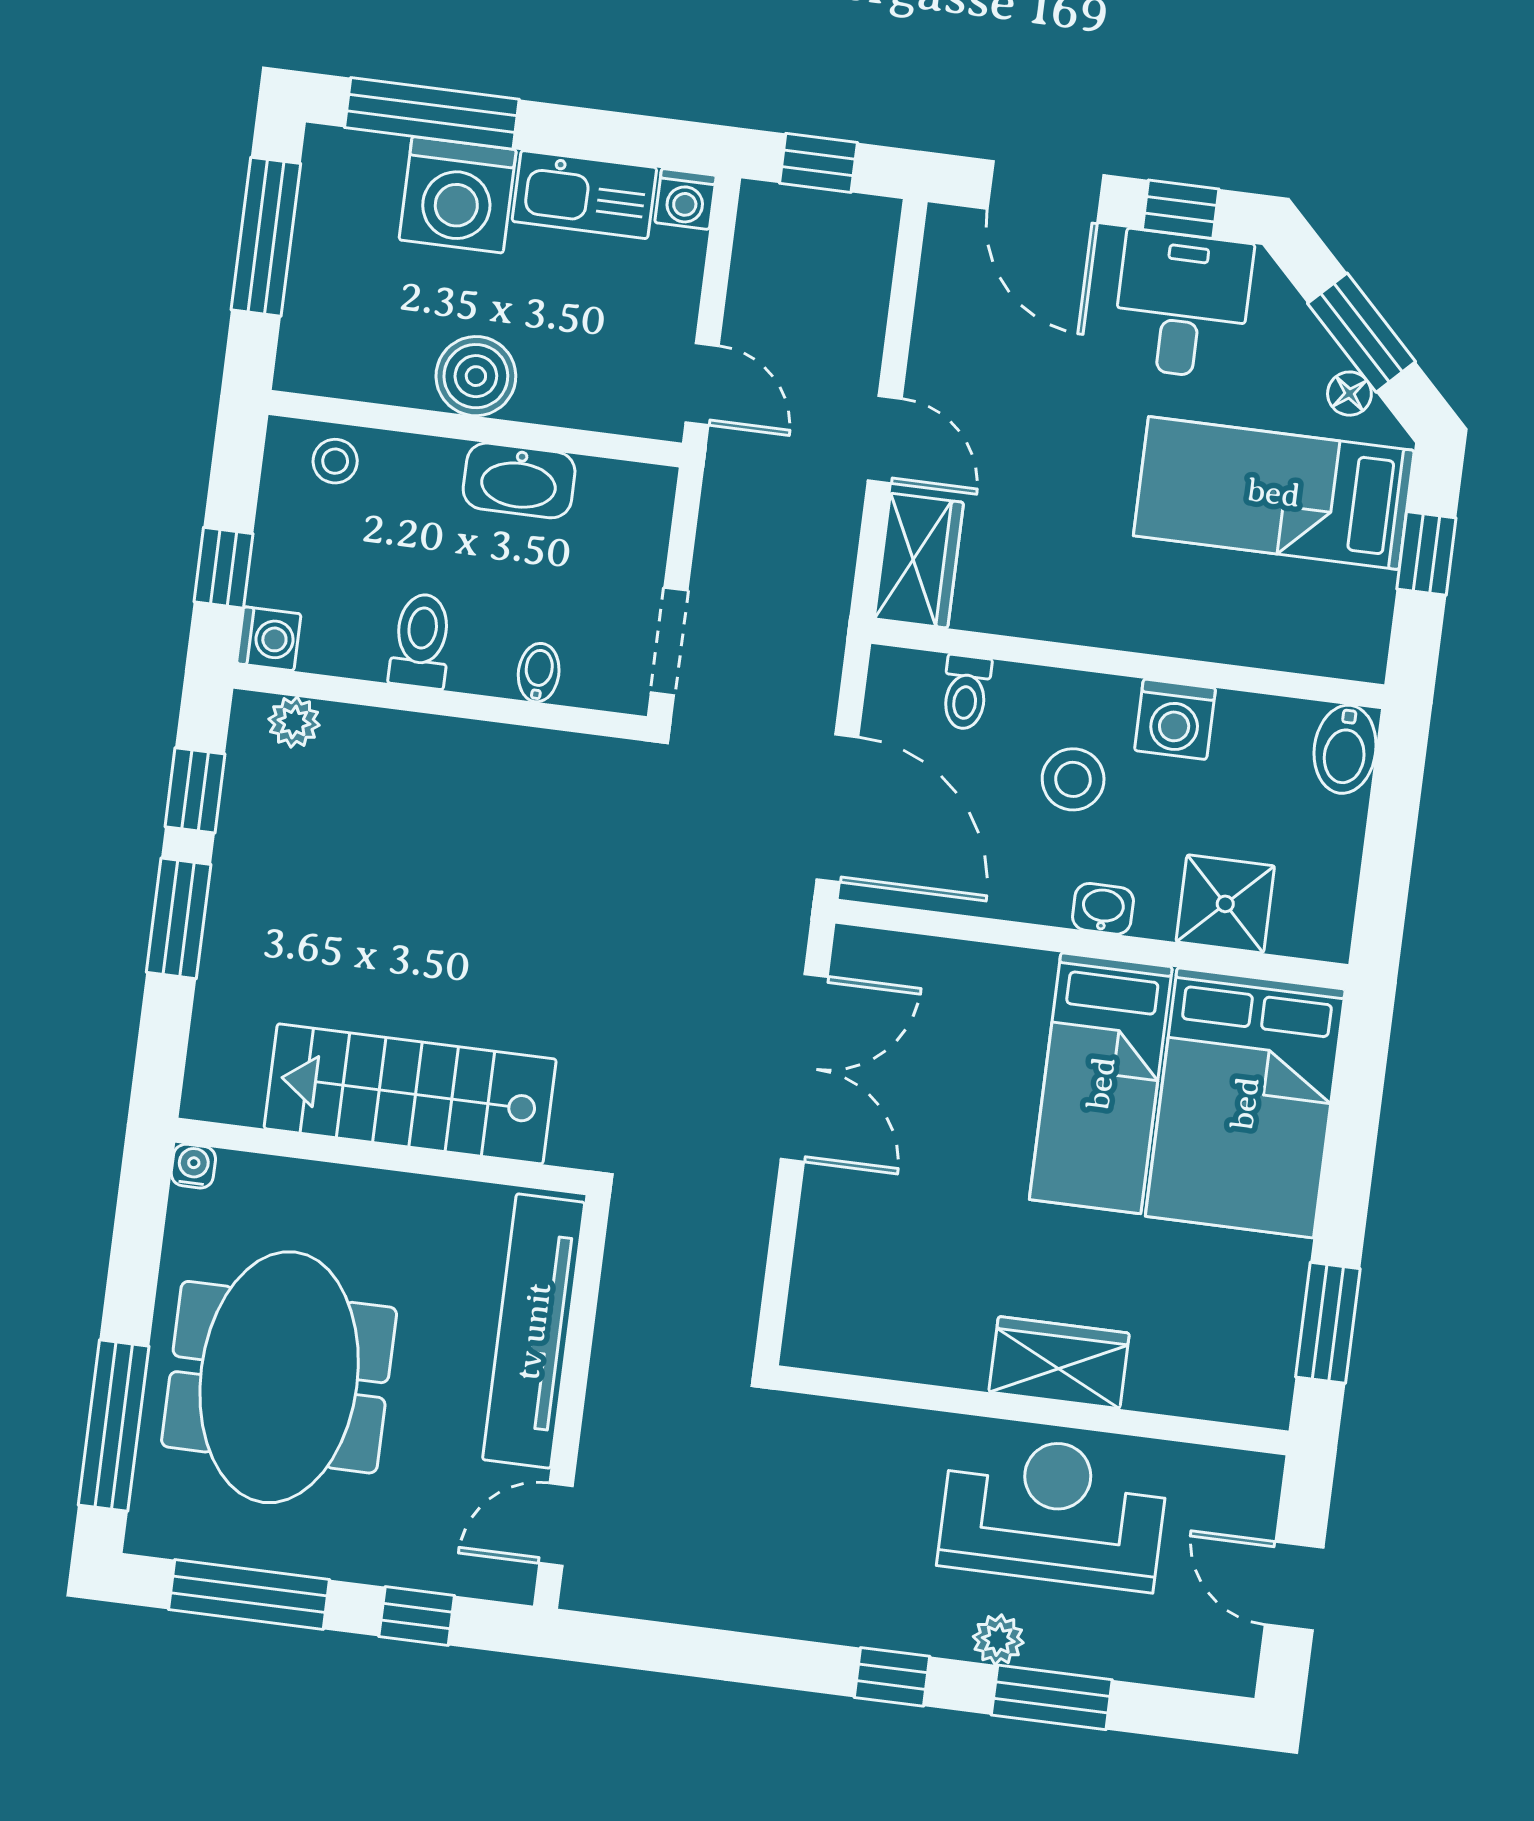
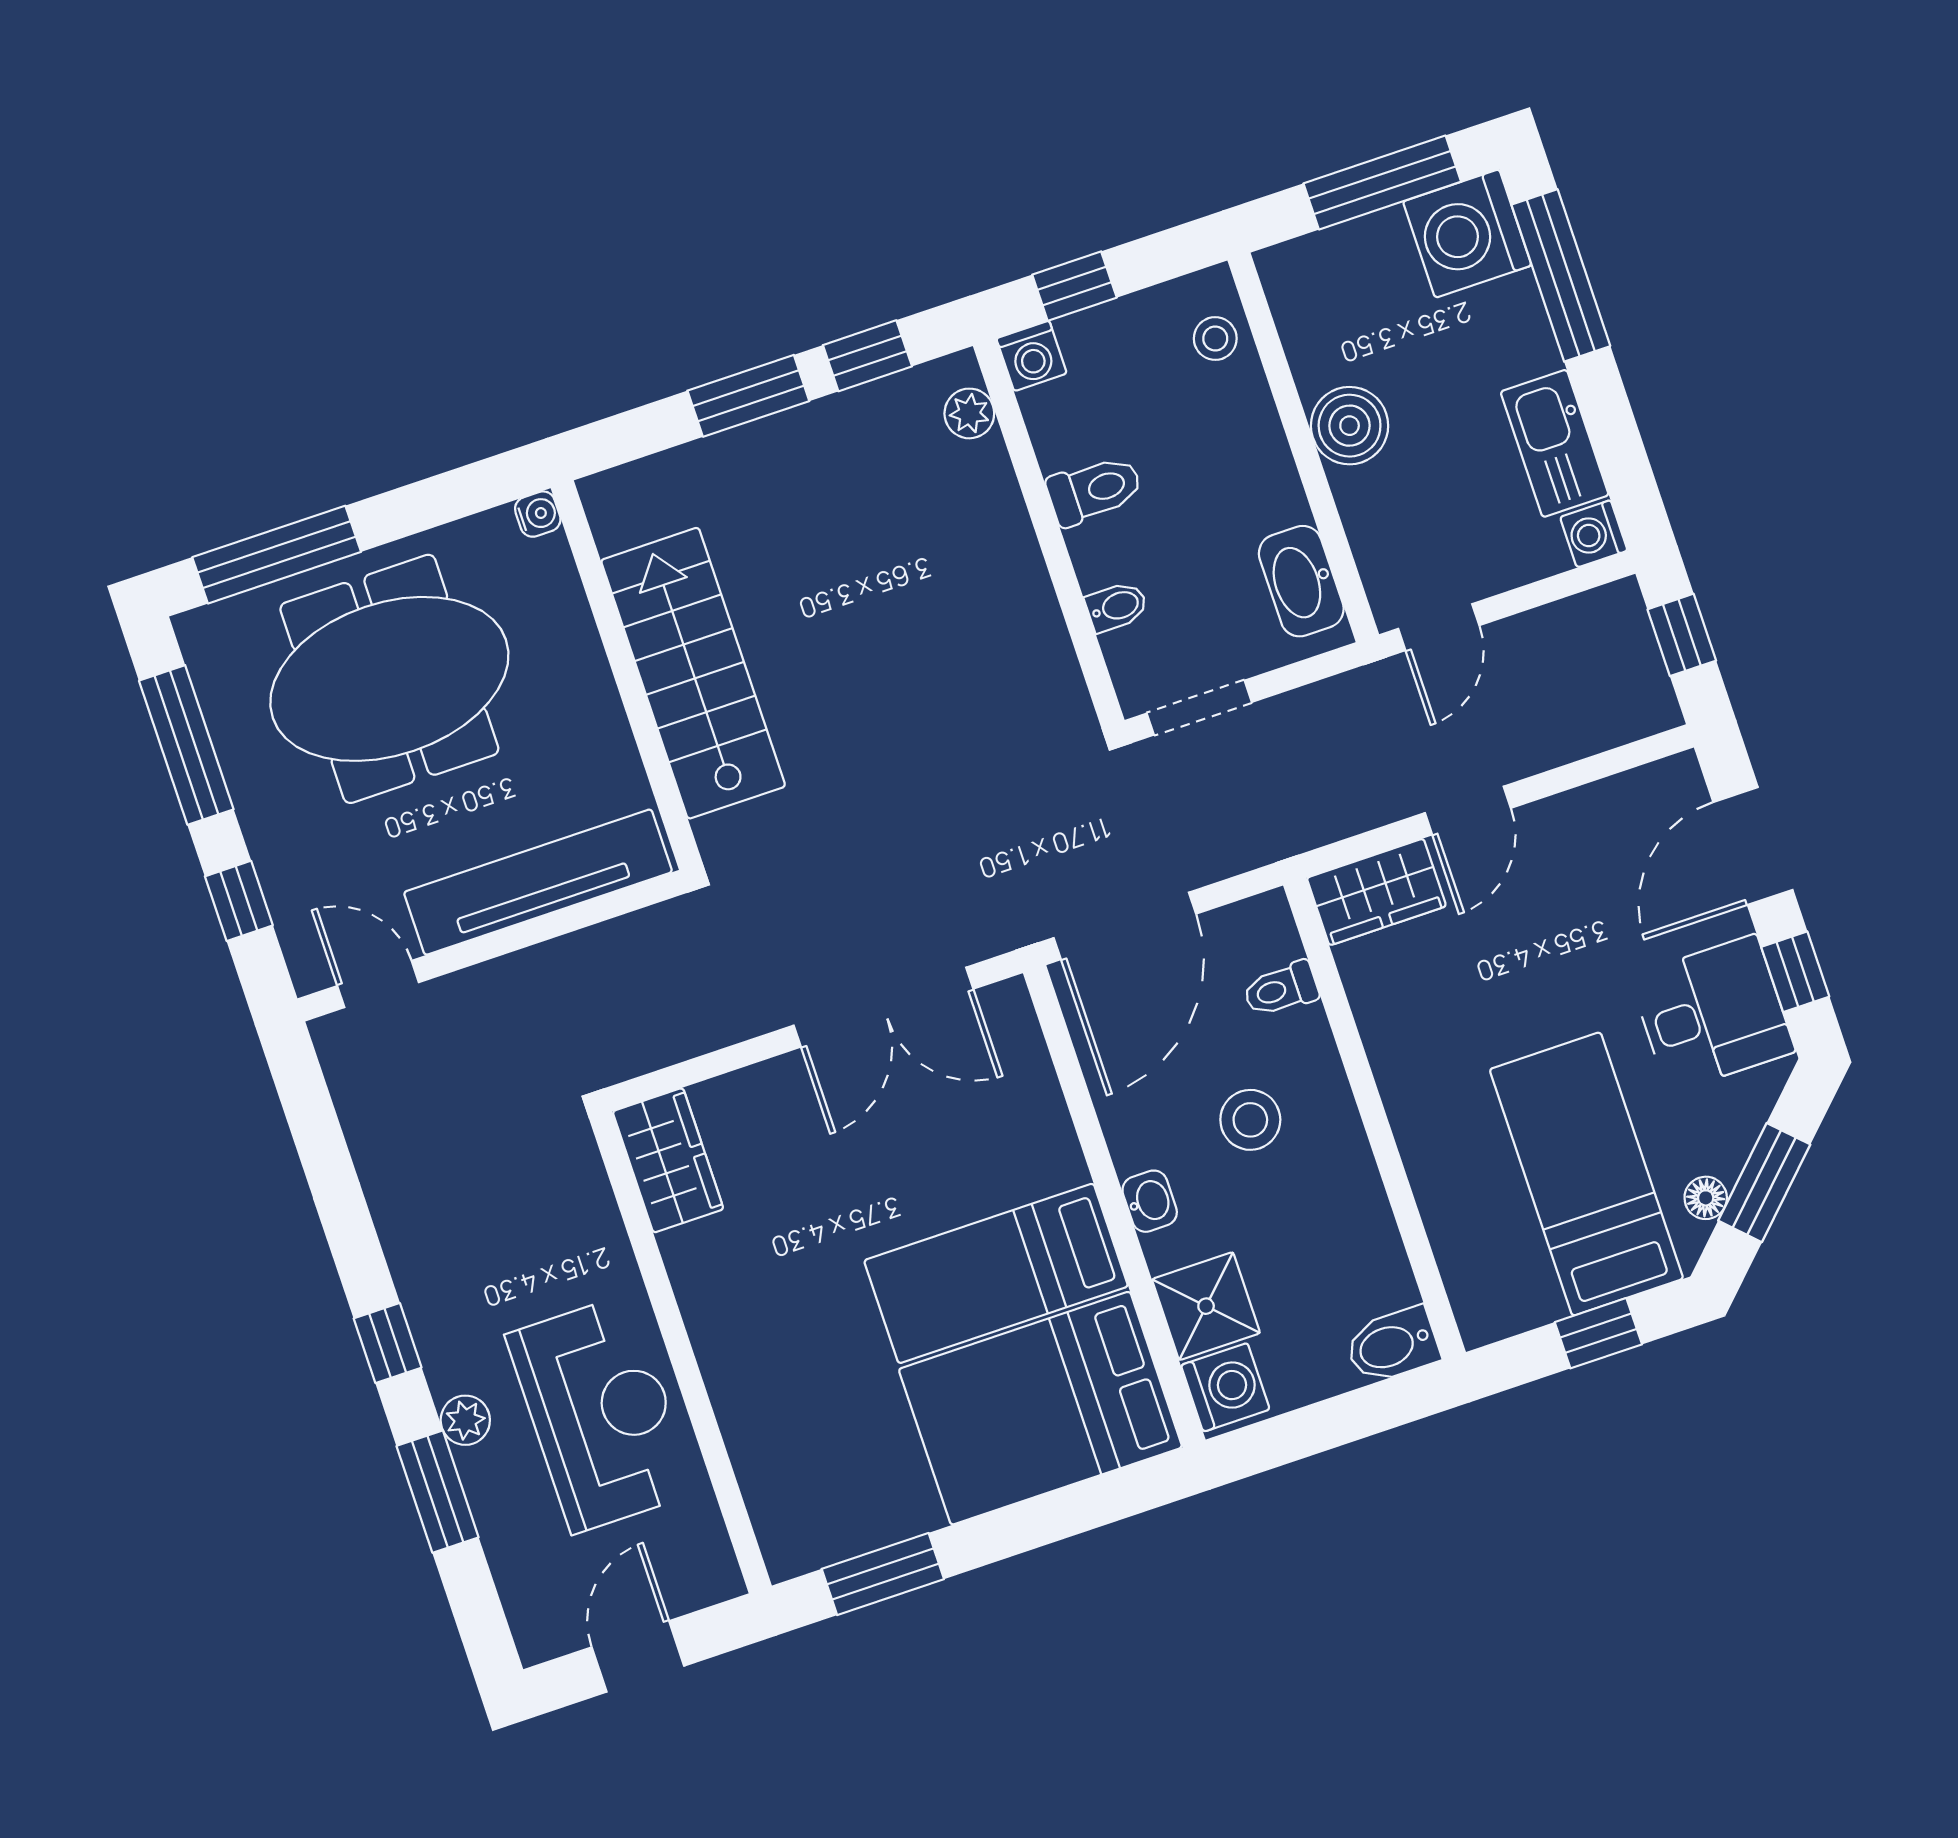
washing machine: (458, 195) -> (1467, 233), moved
washbasin: (519, 480) -> (1301, 581), moved
washing machine: (1175, 719) -> (1225, 1387), moved, turned 180
wardrobe: (1059, 1363) -> (668, 1160), moved

